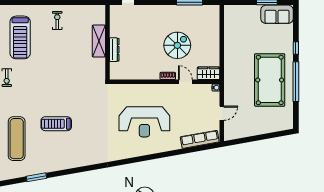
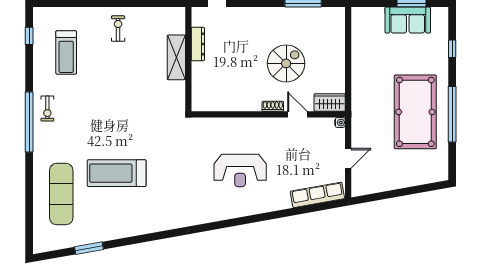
sofa: (277, 14) -> (408, 20), moved
treadmill: (20, 37) -> (66, 52), width x0.73, depth x0.73
window: (296, 48) -> (452, 49), moved
dresser: (114, 50) -> (198, 44), moved
reception desk: (144, 122) -> (240, 170), width x0.74, depth x0.77
treadmill: (56, 124) -> (117, 173), width x1.37, depth x1.38

